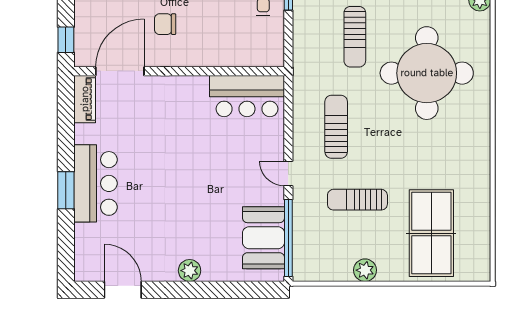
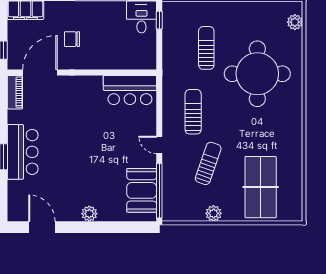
sun lounger: (355, 37) -> (206, 48), turned 180
sun lounger: (357, 200) -> (208, 163), turned 109

